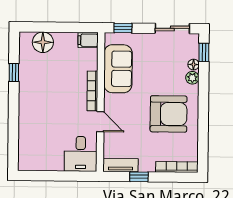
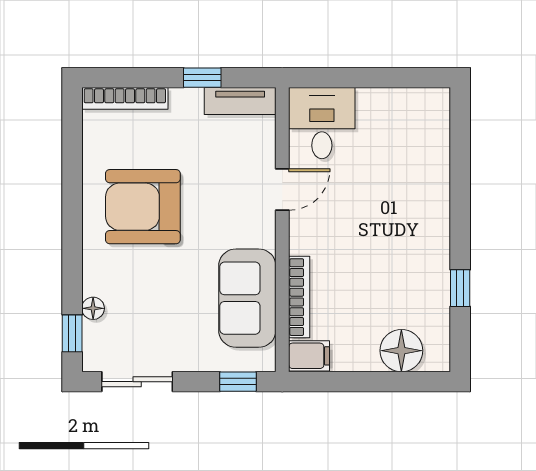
plant: (192, 78) -> (95, 281), removed
bookcase: (92, 91) -> (299, 297), moved
door: (100, 122) -> (282, 190), swing flipped

